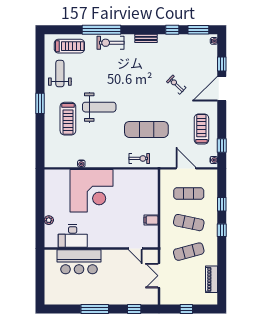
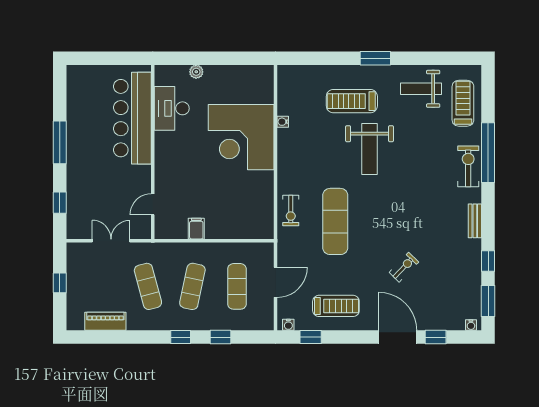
treadmill: (69, 46) -> (463, 103), turned 180
weight bench: (60, 74) -> (421, 89), turned 180
bar counter: (79, 262) -> (132, 118), width x1.36

